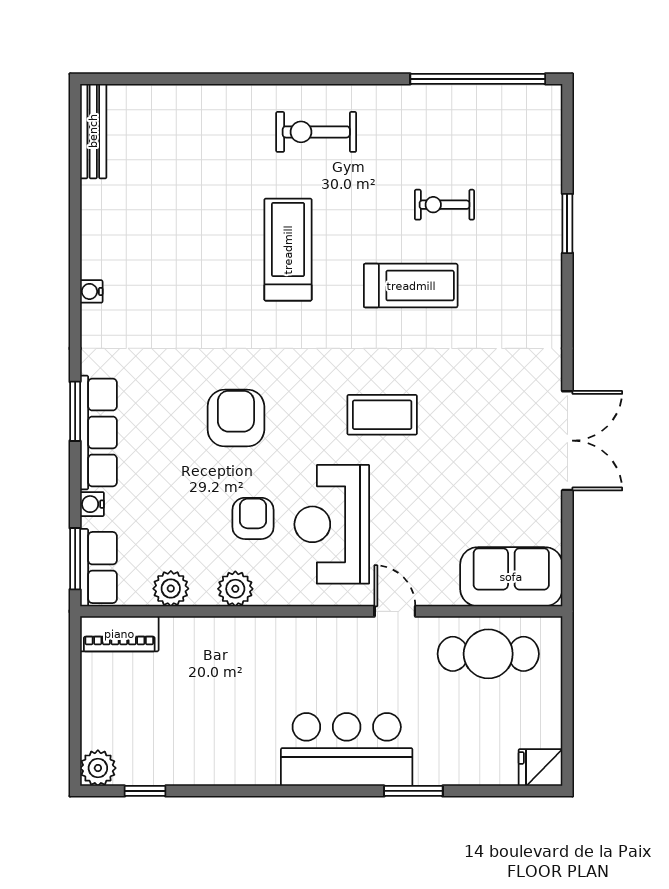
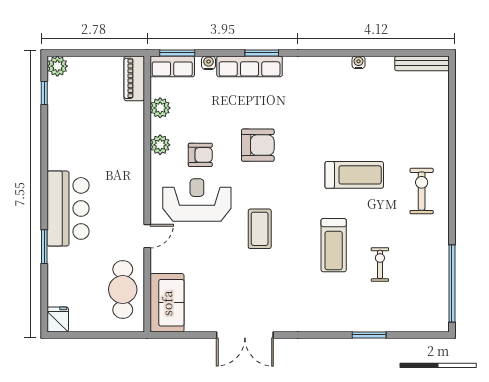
water cooler: (91, 291) -> (359, 62), moved

